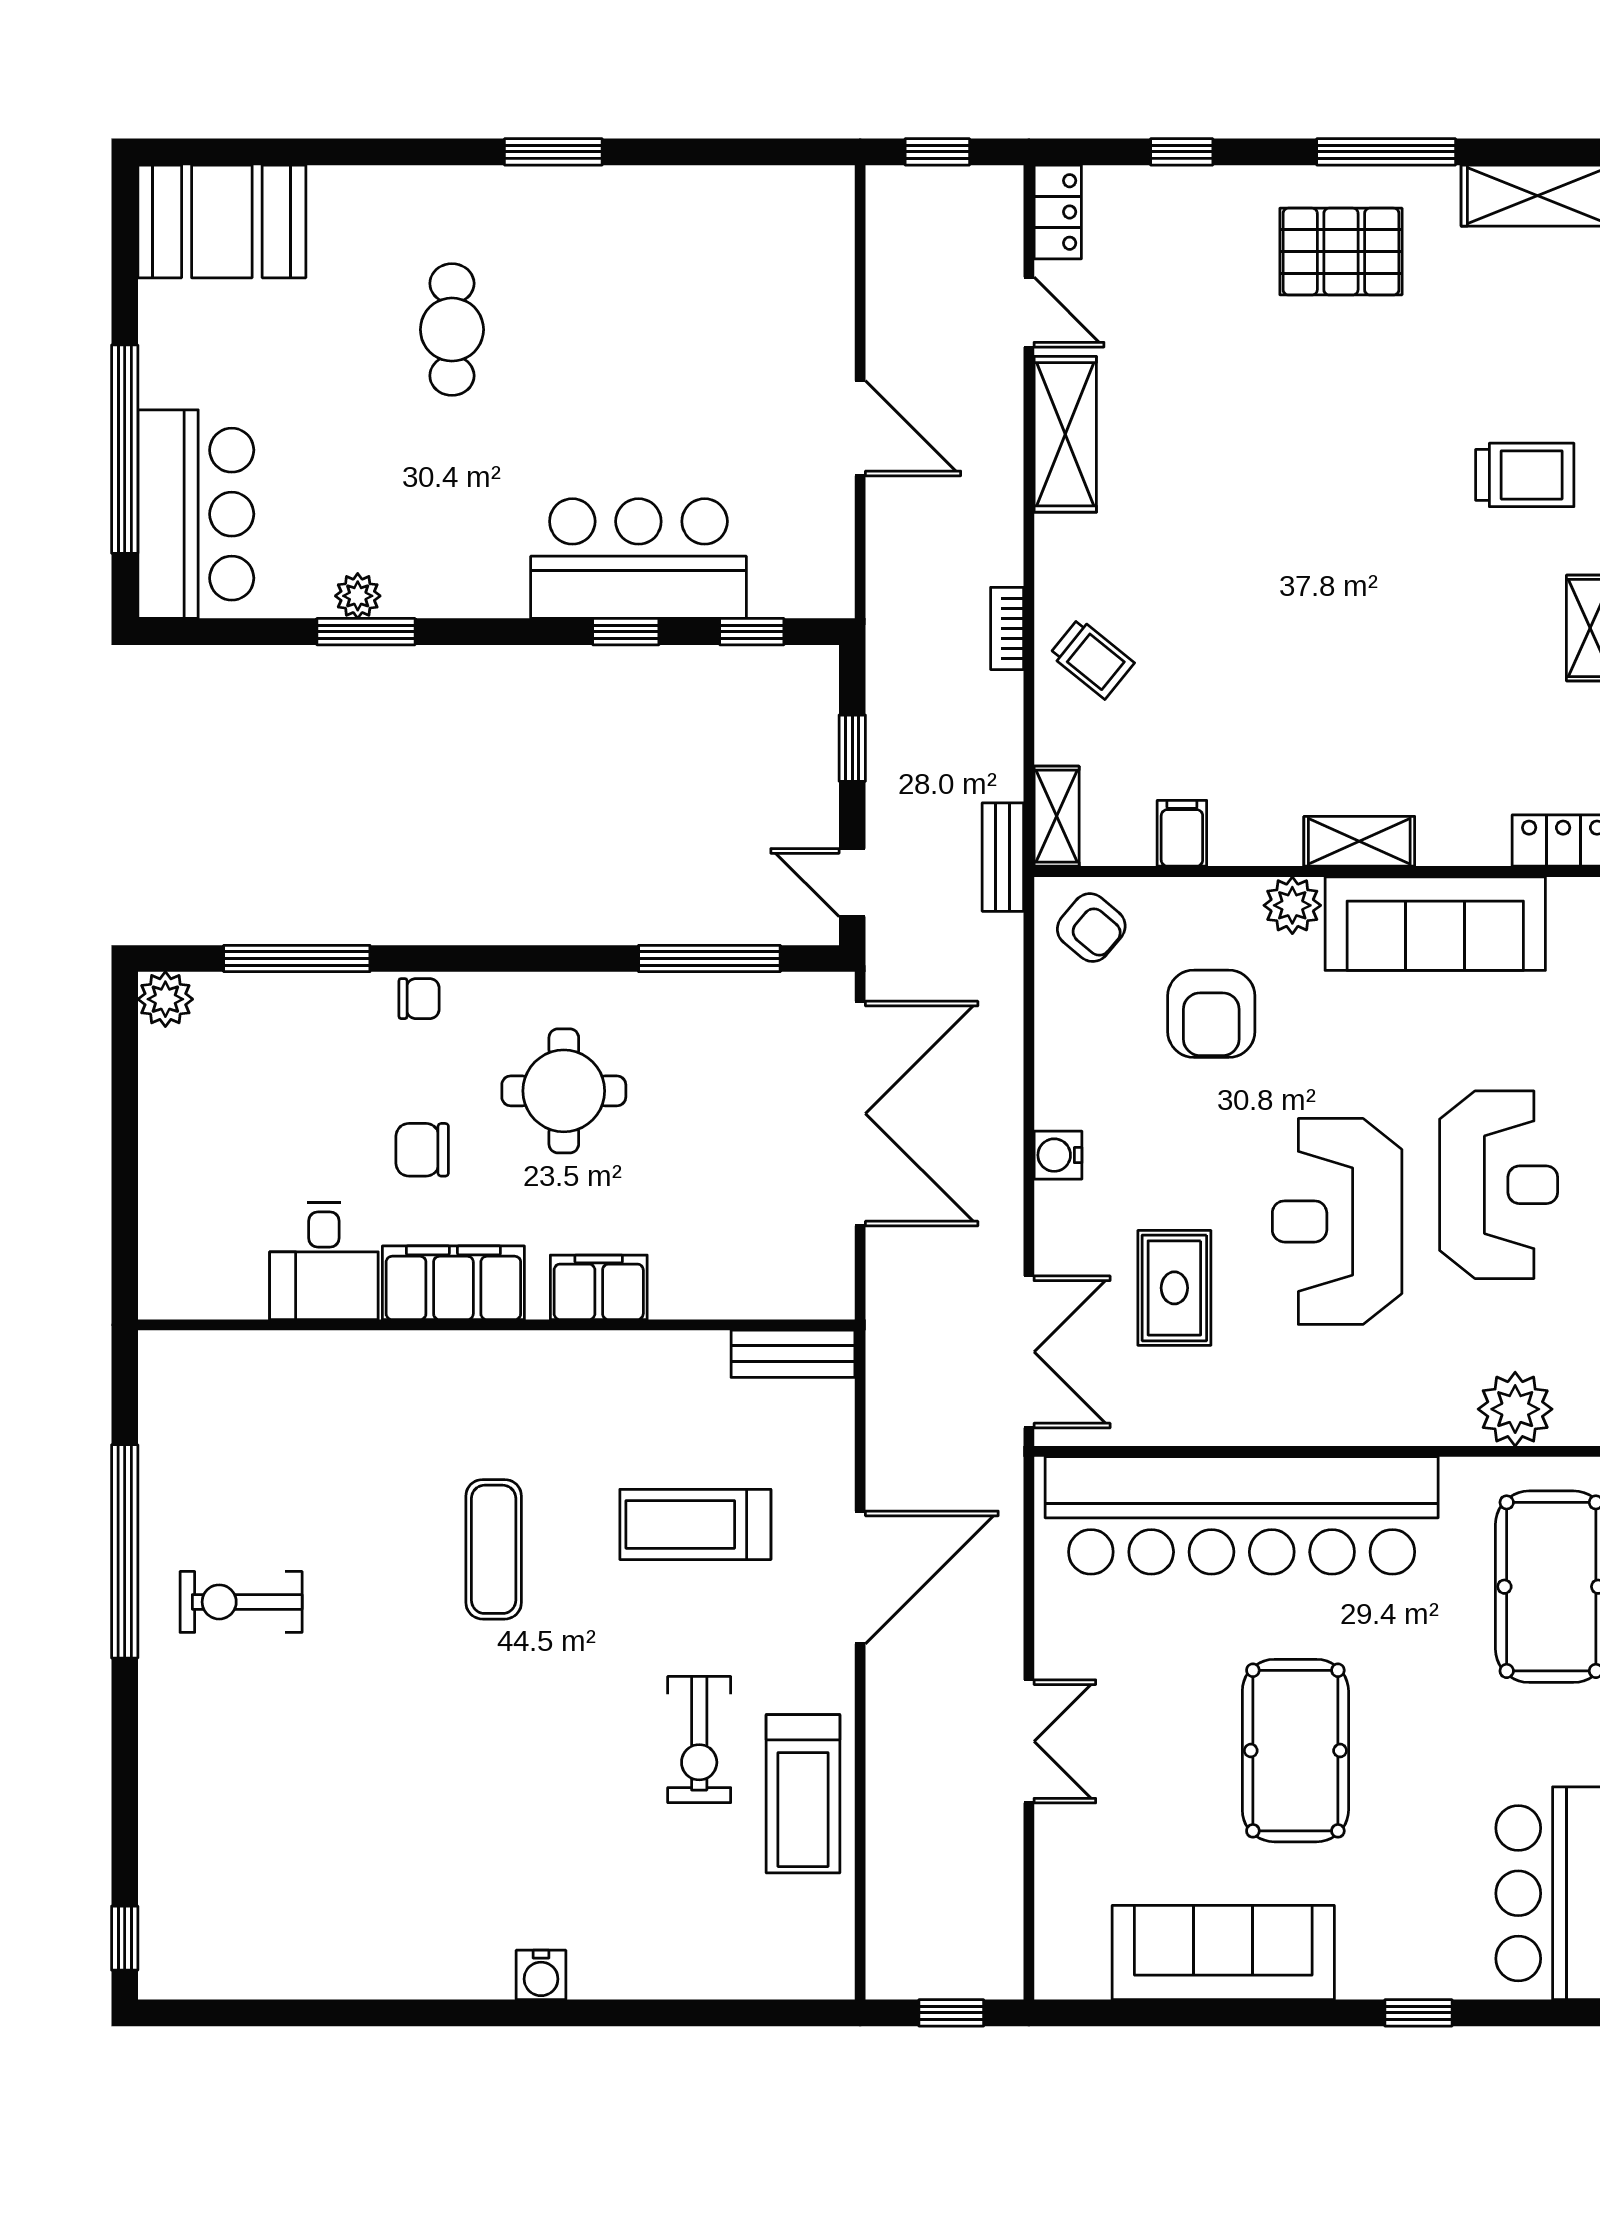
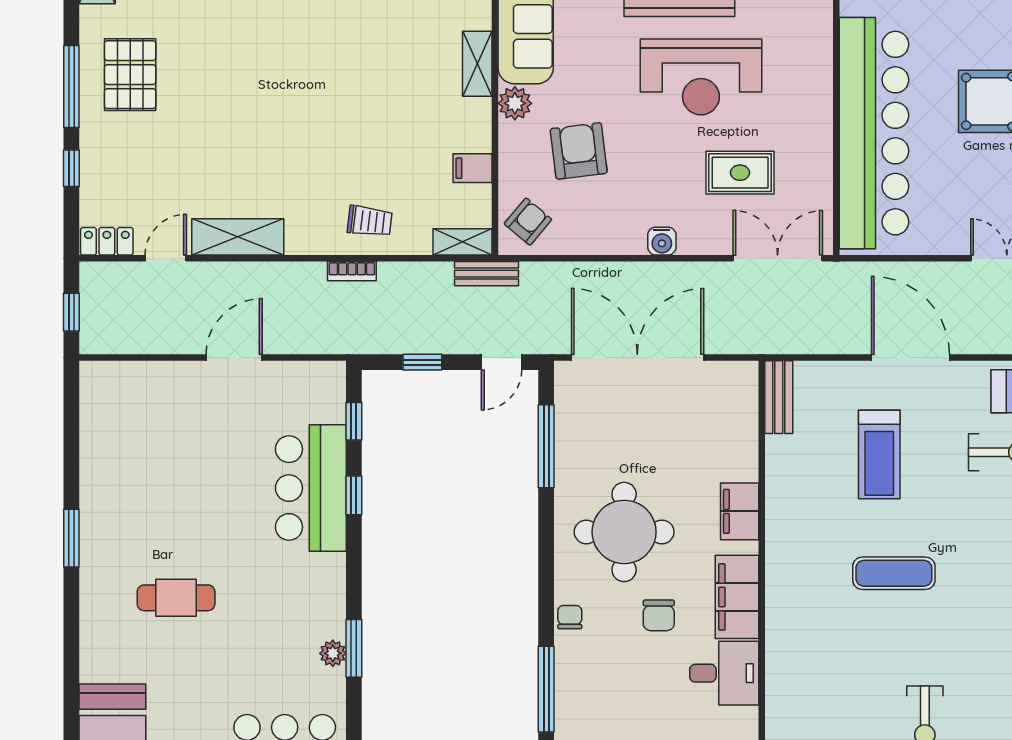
window: (1386, 152) -> (71, 86), moved
trolley: (1092, 659) -> (370, 221), turned 58
armchair: (1211, 1014) -> (579, 151), turned -97
round table: (564, 1091) -> (624, 532), width x1.36, depth x1.36

